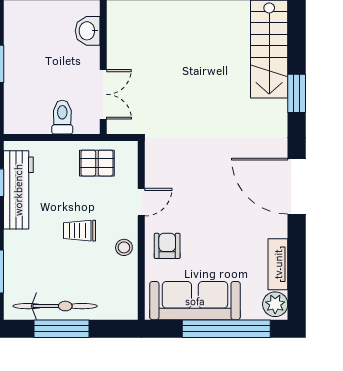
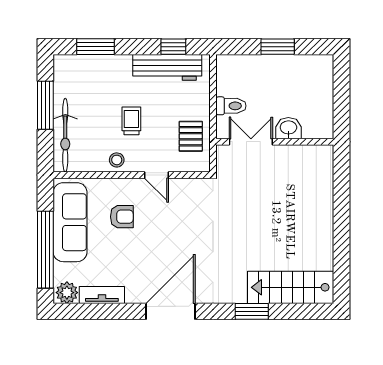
washbasin: (88, 31) -> (288, 128), moved
double door: (103, 94) -> (251, 142), swing flipped
armchair: (167, 246) -> (122, 217), moved
bicycle: (55, 306) -> (65, 135), moved

